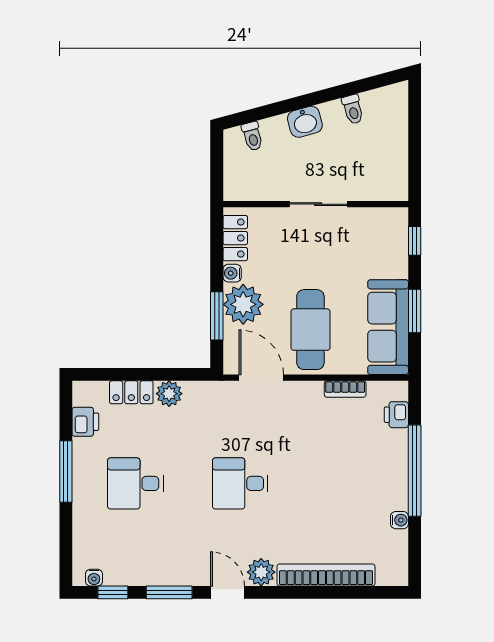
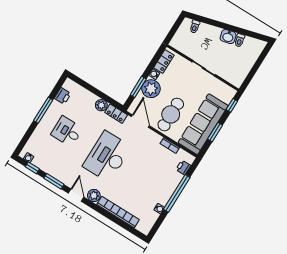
washbasin: (305, 122) -> (228, 37), moved
sofa: (388, 327) -> (203, 124), width x1.36, depth x1.27
locker: (131, 392) -> (116, 114), moved
desk: (240, 483) -> (107, 157), width x1.87, depth x1.30

